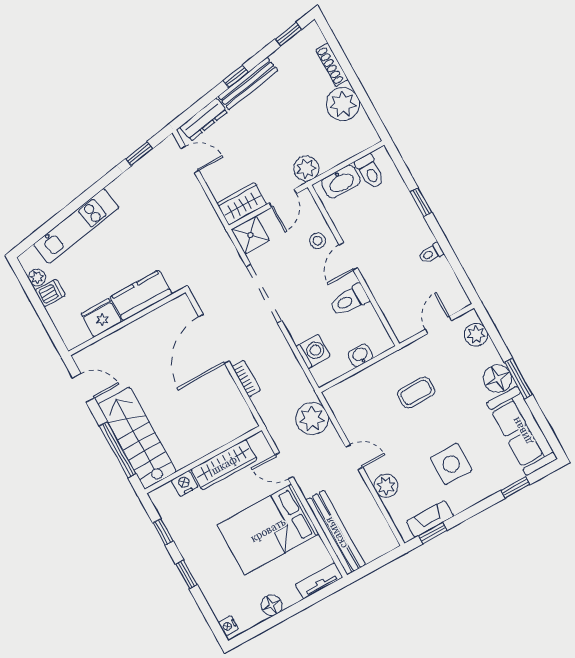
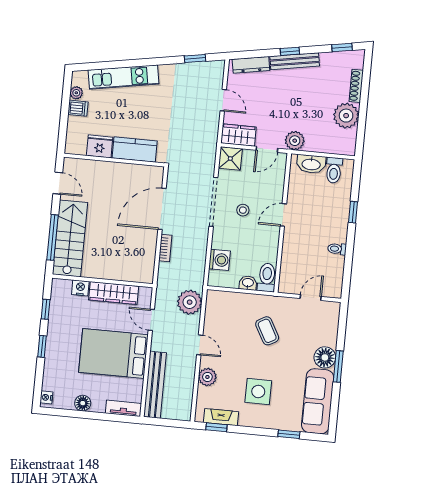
door: (190, 159) -> (223, 100), moved
stool: (318, 241) -> (243, 210), moved
toilet: (349, 300) -> (267, 277), moved, turned 90
plant: (476, 335) -> (330, 320), removed
coffee table: (416, 392) -> (267, 331), turned 61

